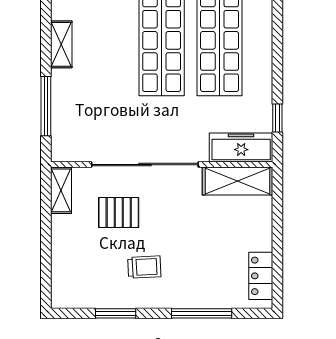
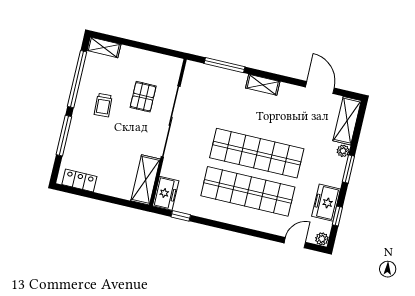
freezer: (241, 147) -> (166, 193), width x0.71
shelving: (61, 190) -> (104, 47), moved
window: (116, 313) -> (77, 79), width x2.11

